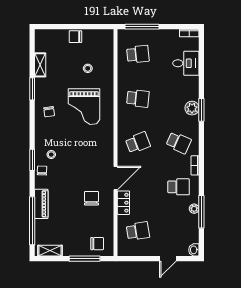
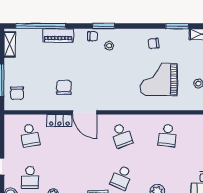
school desk: (179, 187) -> (30, 177), moved
chair: (91, 198) -> (64, 87), turned -90

